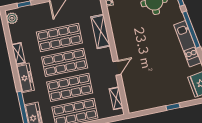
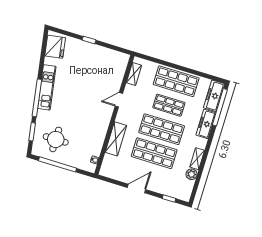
plant: (12, 18) -> (191, 174), moved
freezer: (25, 78) -> (206, 124), moved
shop shelf: (70, 87) -> (169, 105), width x0.70, depth x0.74

